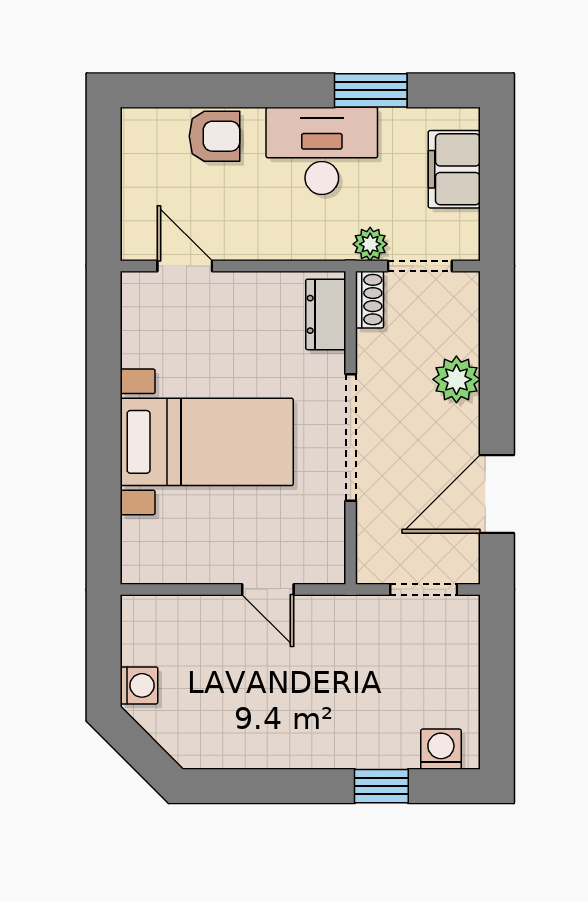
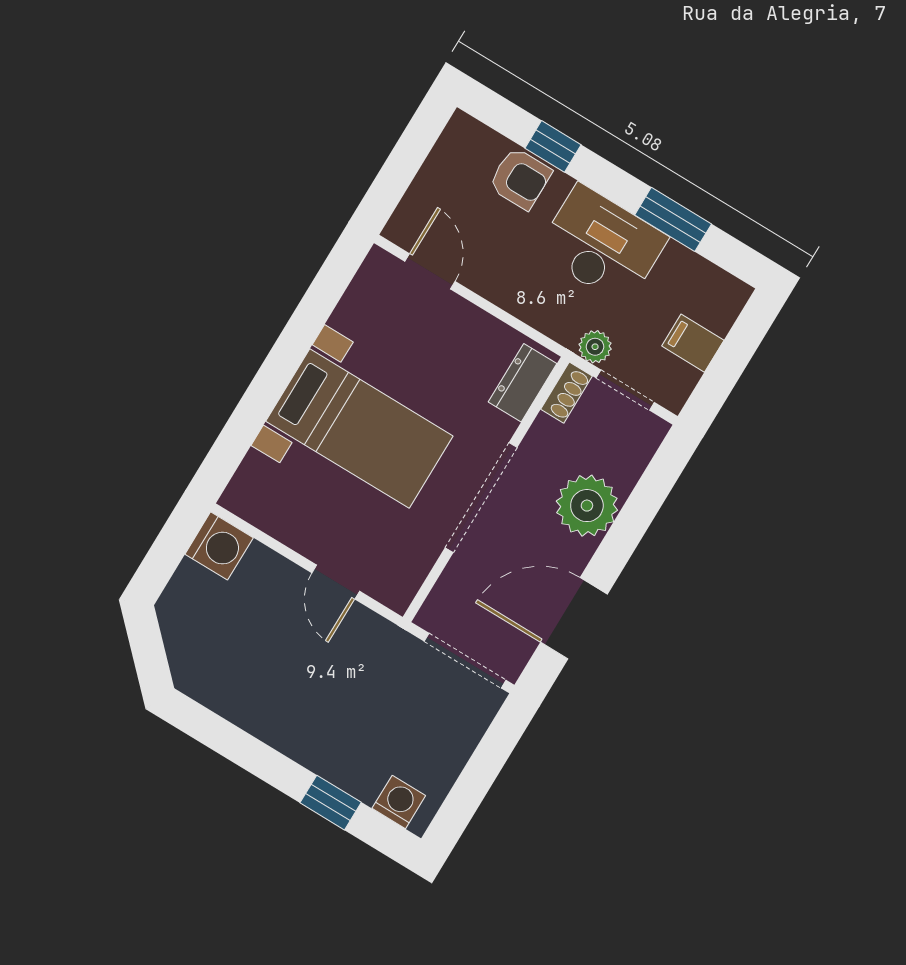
window: (226, 90) -> (553, 146), added
filing cabinet: (454, 169) -> (693, 343), width x0.50
plant: (456, 379) -> (587, 506), width x1.36, depth x1.36
doorway: (424, 589) -> (465, 661), width x1.38
washing machine: (139, 685) -> (219, 546), moved, width x1.38, depth x1.38

